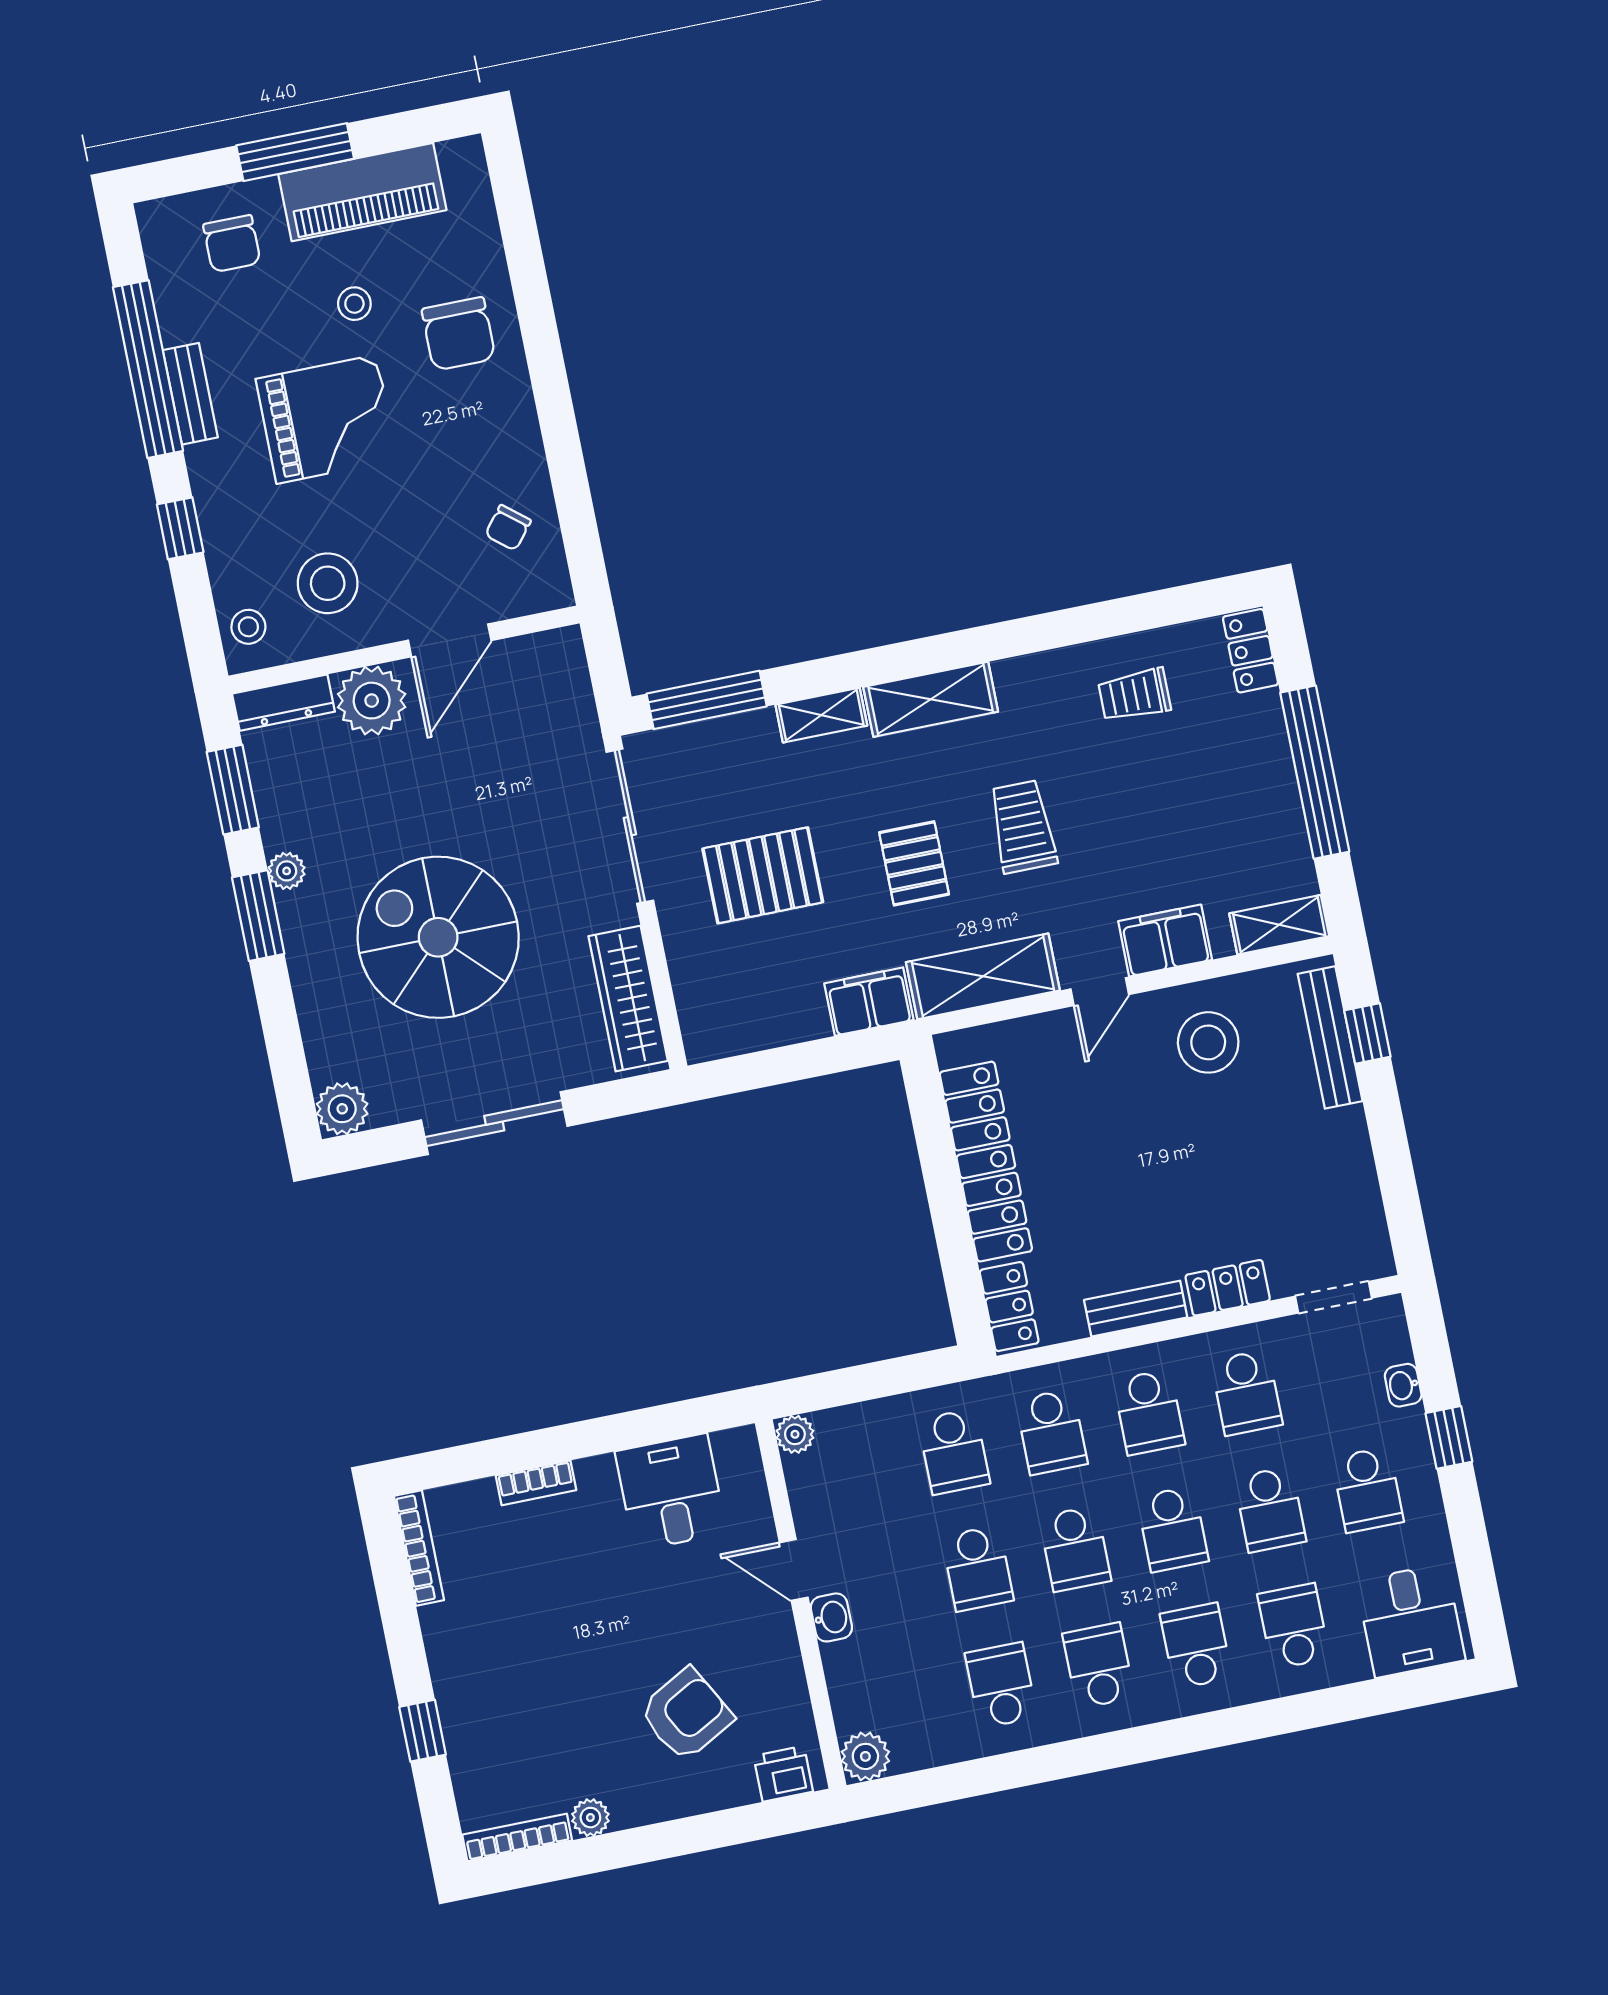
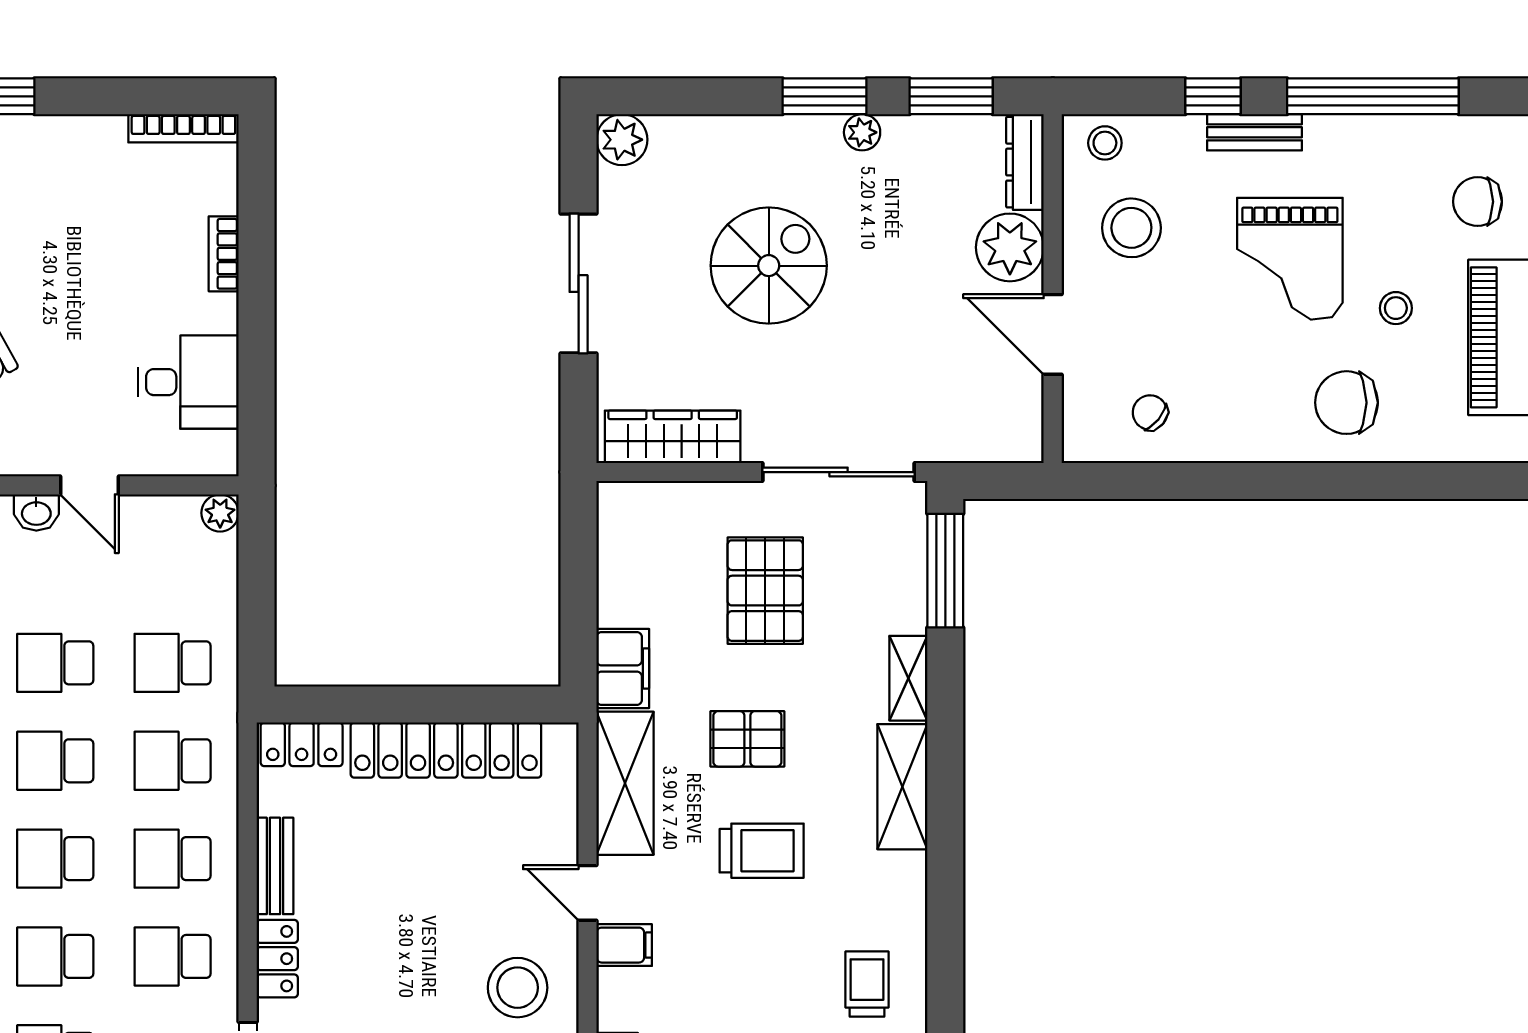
bench: (190, 394) -> (1255, 132), moved
spiral stairs: (438, 937) -> (769, 266), width x0.73, depth x0.73
filing cabinet: (1165, 940) -> (624, 945), width x0.50
door: (794, 1570) -> (89, 485), swing flipped

